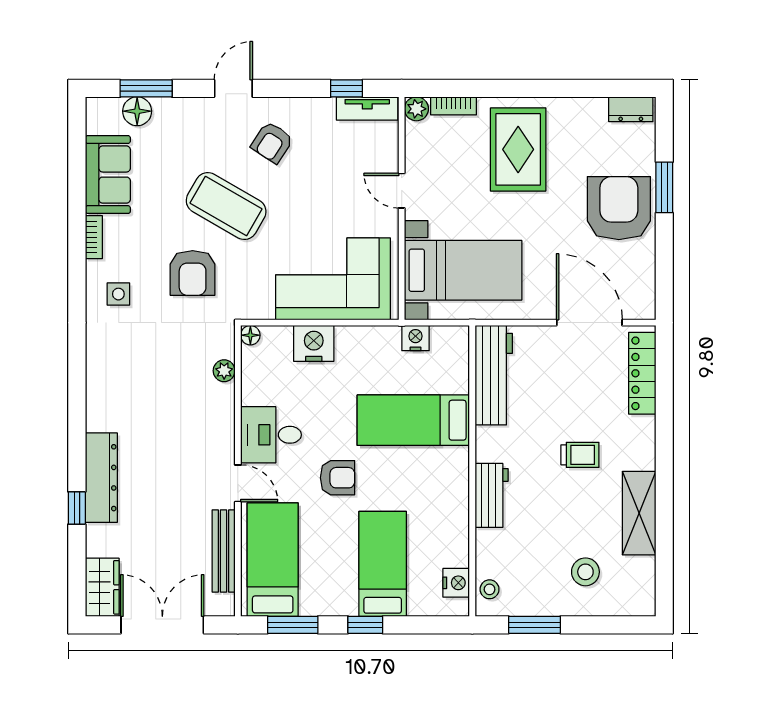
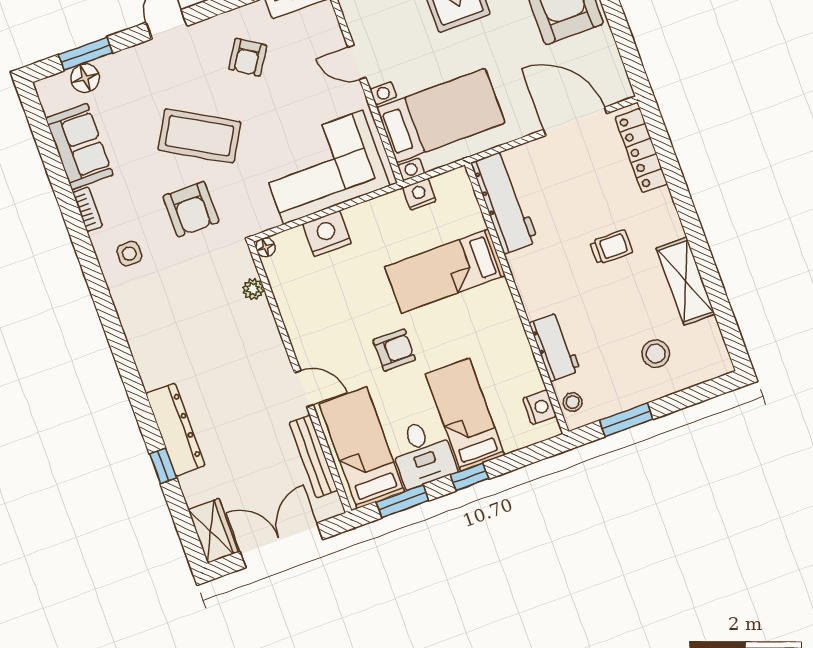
armchair: (272, 142) -> (248, 57), moved
desk: (271, 435) -> (422, 453), moved, turned -90
workbench: (492, 495) -> (555, 347), moved

